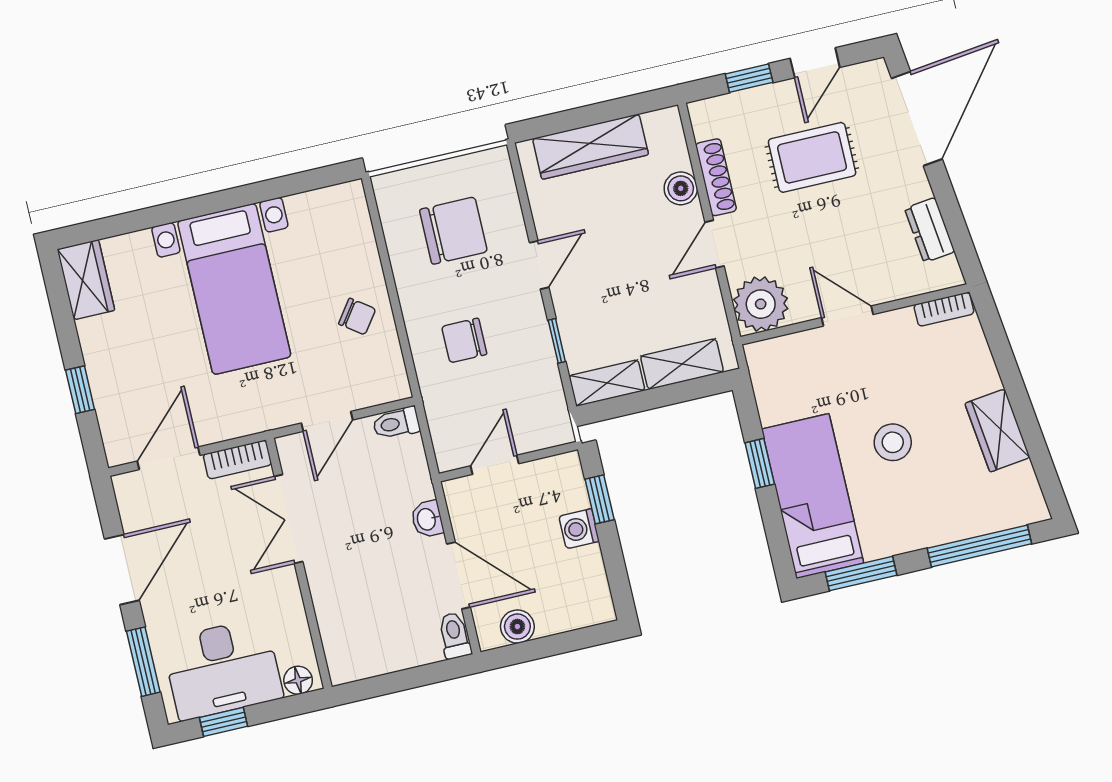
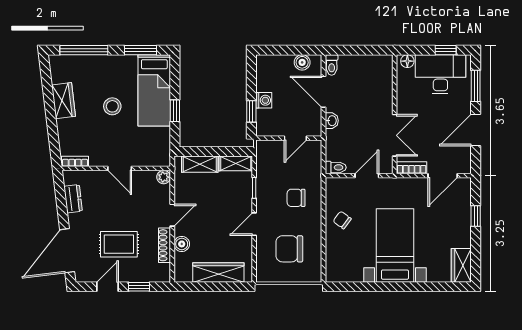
plant: (761, 304) -> (164, 177), width x0.53, depth x0.53
chair: (464, 340) -> (296, 198), turned 180

